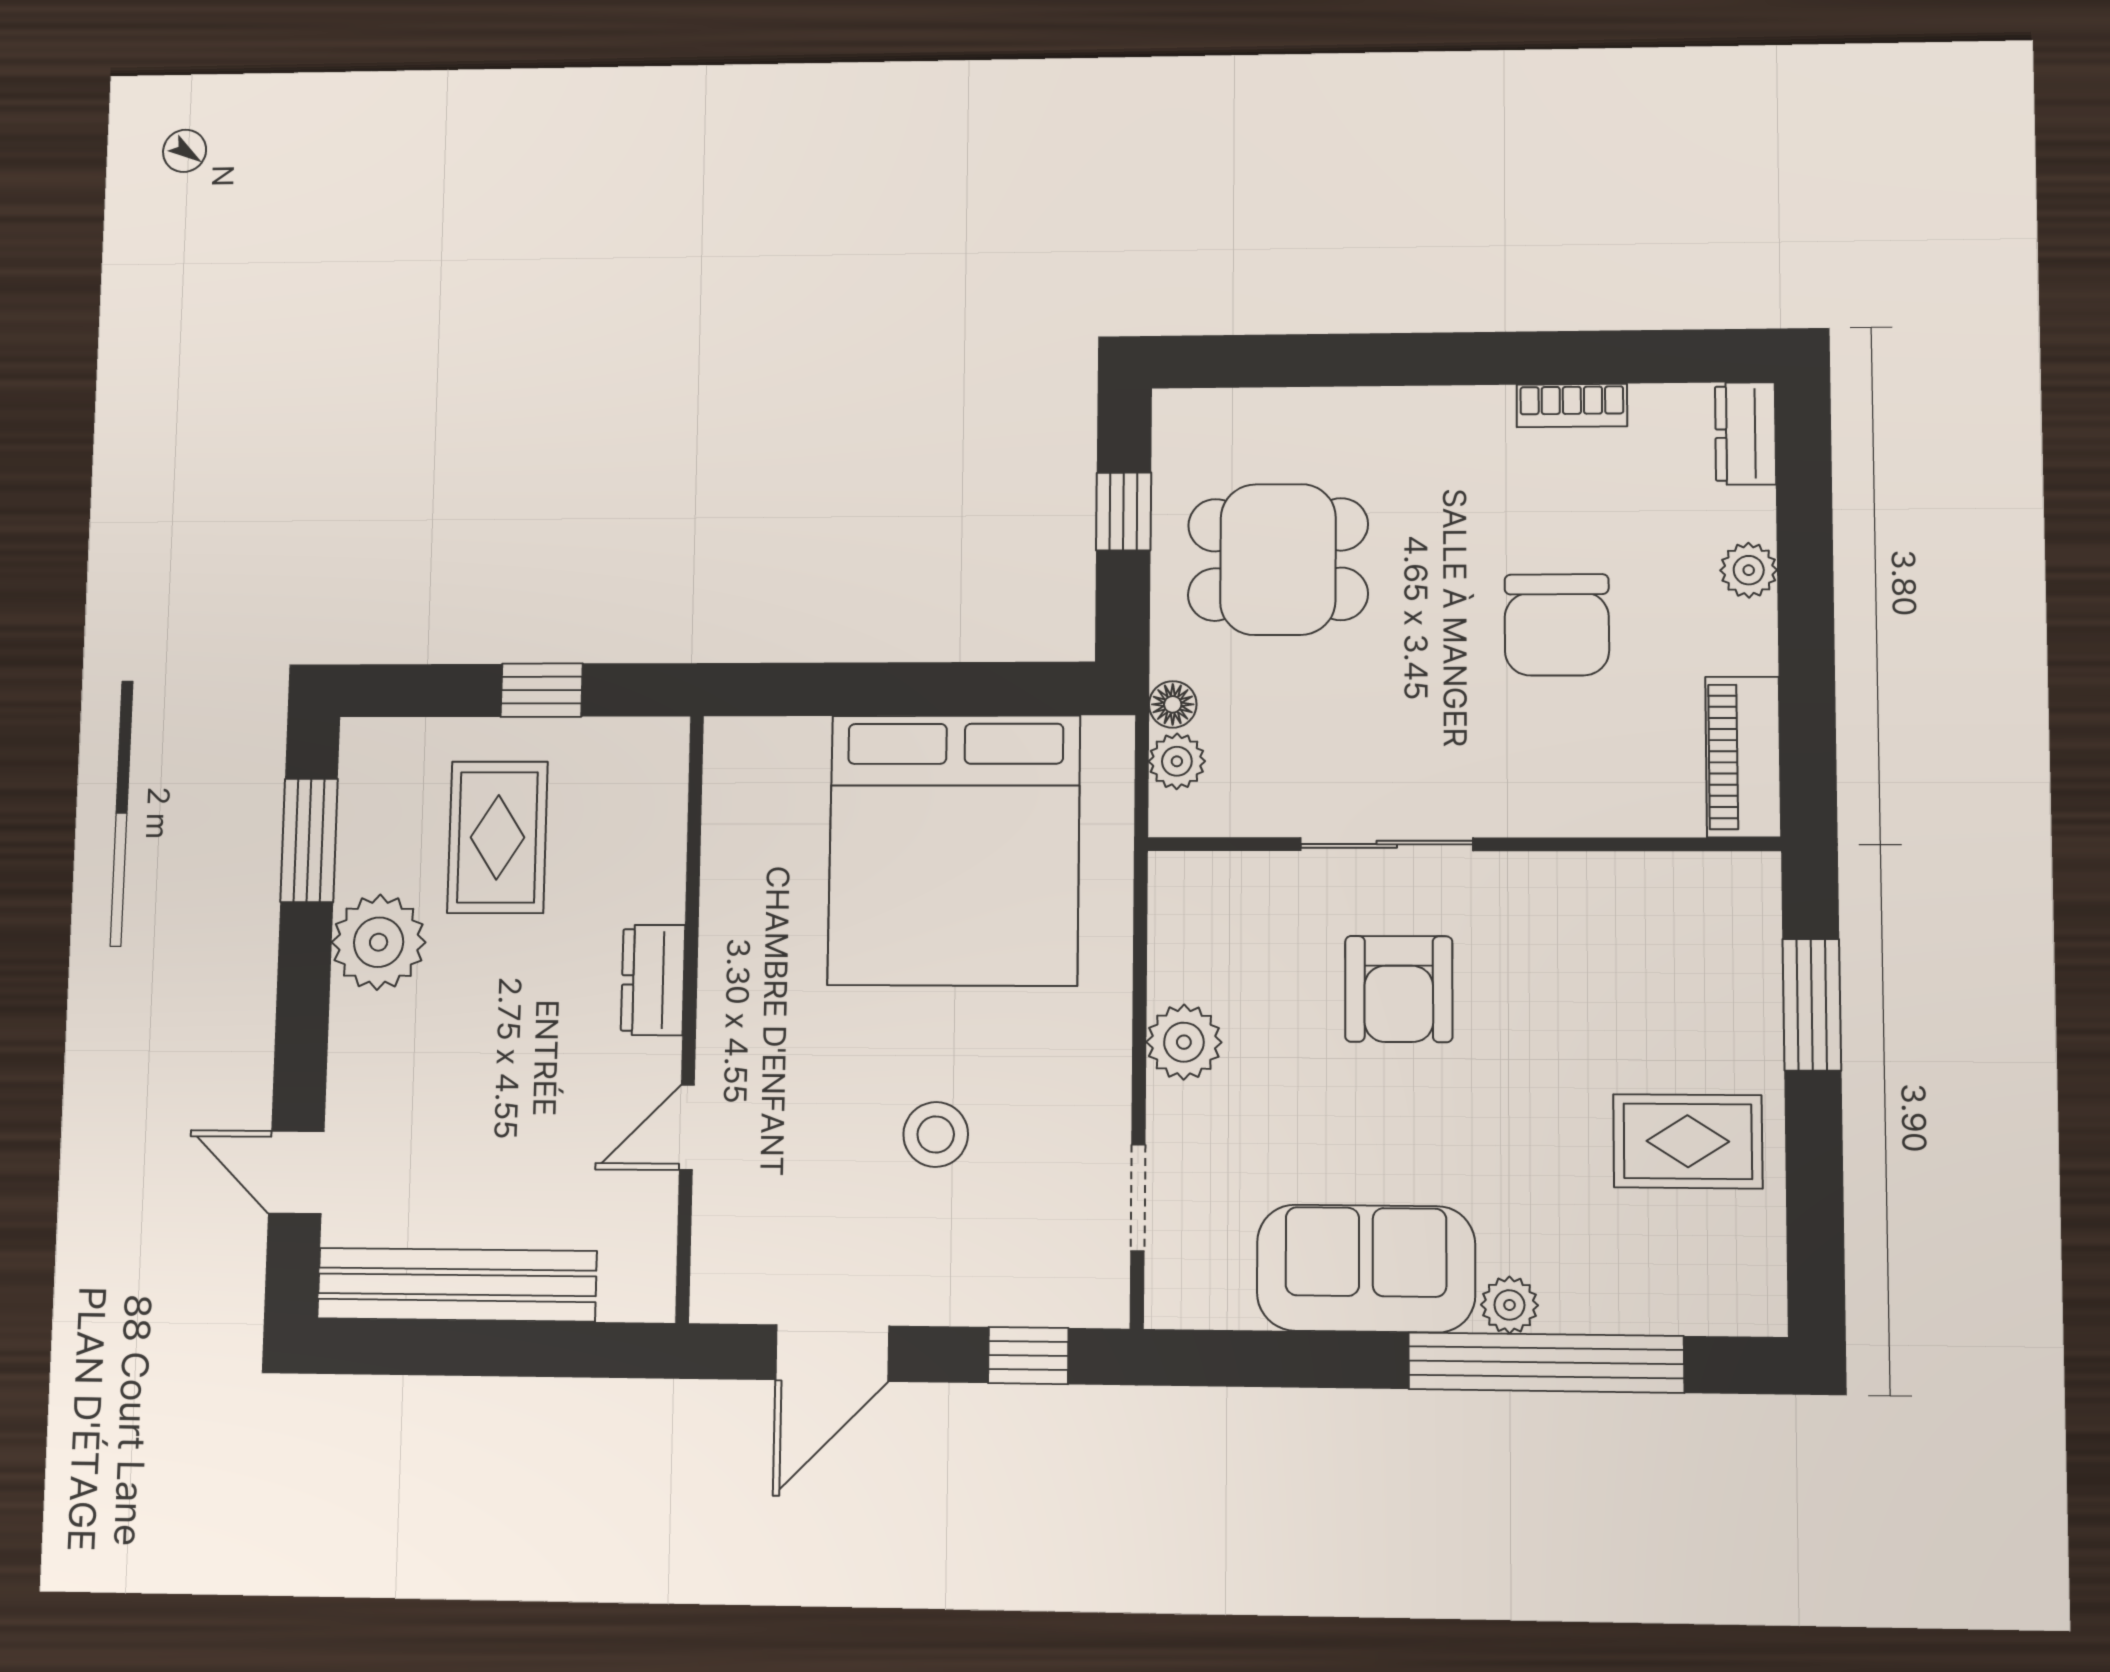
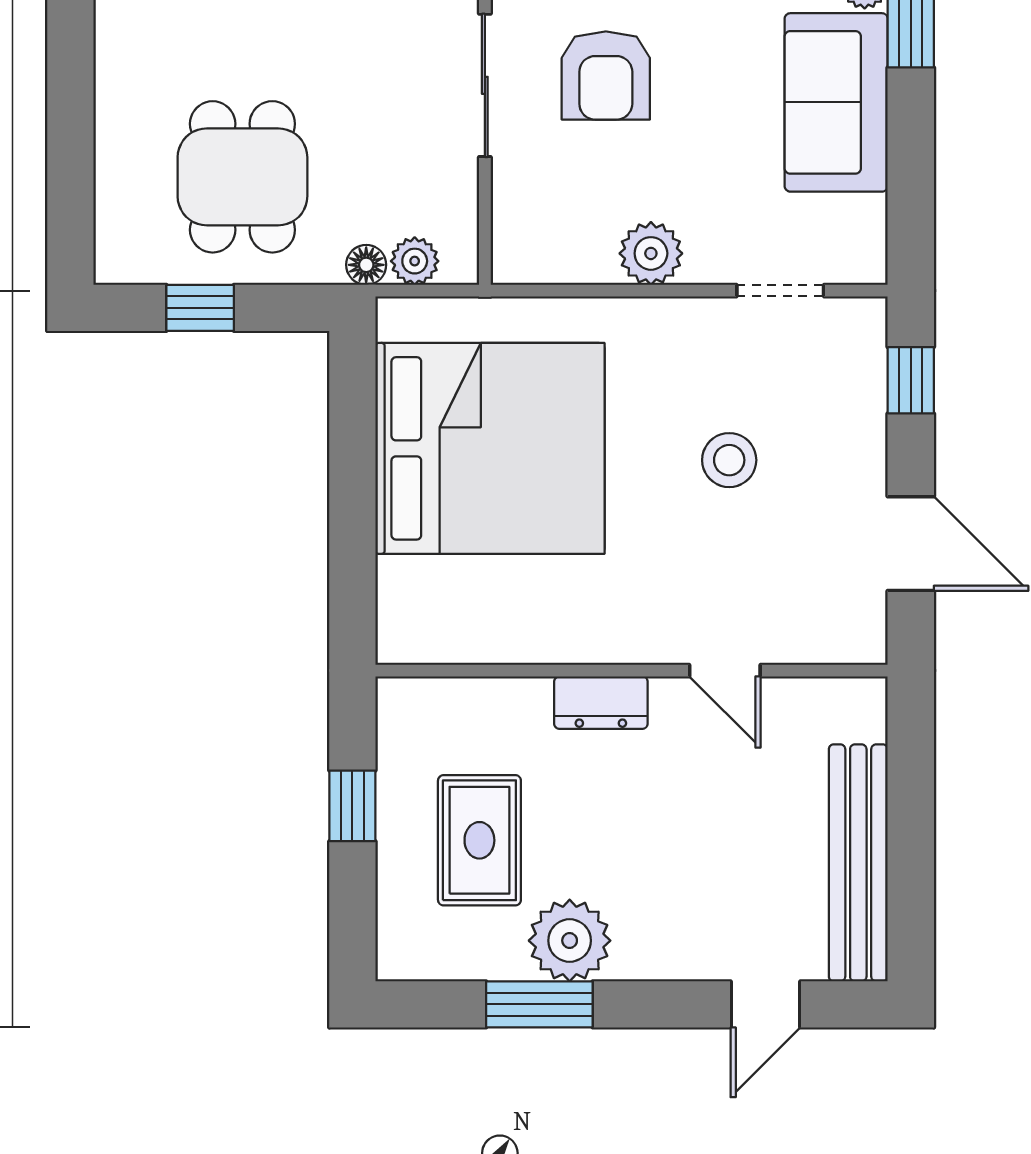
rug: (497, 837) -> (479, 840), turned 90
window: (309, 840) -> (539, 1004), moved
armchair: (1399, 989) -> (606, 75), turned 90

